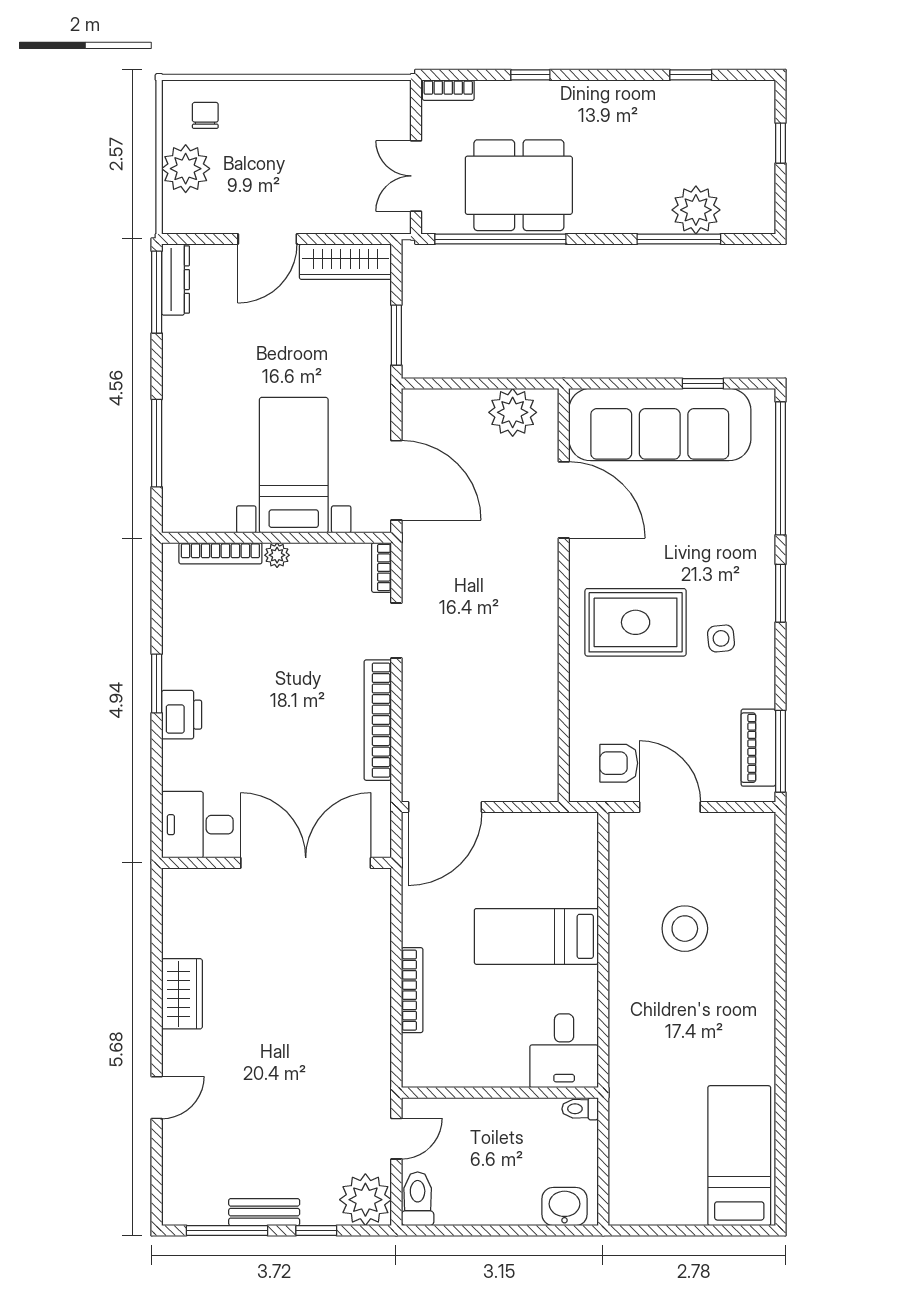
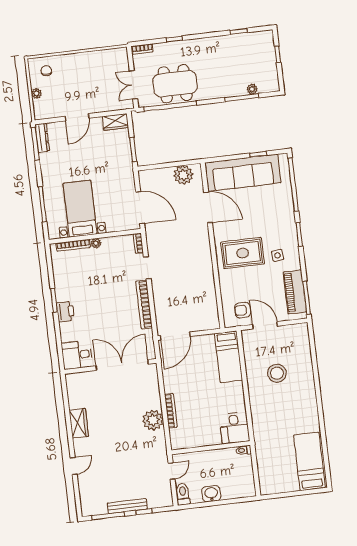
plant: (186, 169) -> (36, 94), width x0.53, depth x0.53
plant: (696, 210) -> (252, 89), width x0.53, depth x0.53
wardrobe: (345, 262) -> (115, 122), width x0.67
bed with nightstands: (294, 465) -> (80, 209), moved
piano: (758, 748) -> (295, 292), width x1.37, depth x1.33
bed: (536, 936) -> (229, 357), moved, turned -90
plant: (365, 1200) -> (153, 420), moved
washbasin: (565, 1207) -> (211, 494), moved
bench: (264, 1212) -> (127, 506), width x1.36

